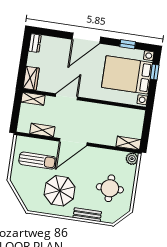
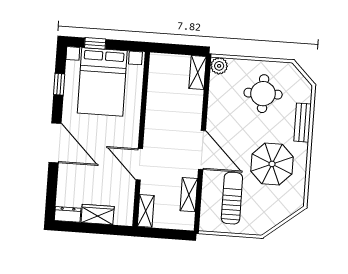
wardrobe: (31, 78) -> (98, 214), moved

